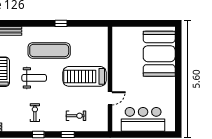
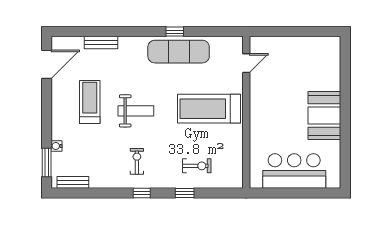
exercise mat: (49, 50) -> (179, 52), moved
booth: (159, 54) -> (324, 116), moved, width x0.73, depth x0.70
door: (110, 98) -> (246, 63), moved

